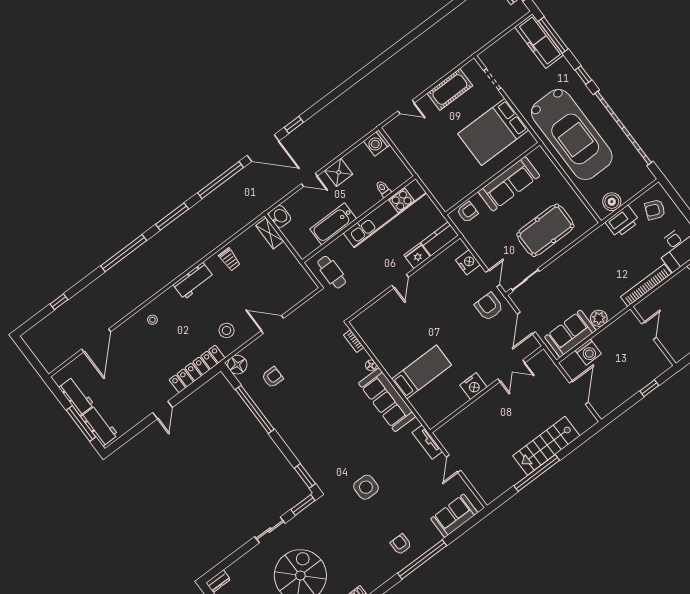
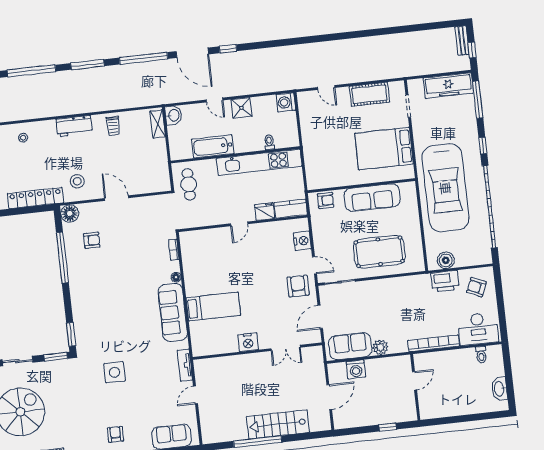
freezer: (539, 41) -> (448, 86), moved, turned -90
door: (493, 278) -> (314, 265), hinge flipped

